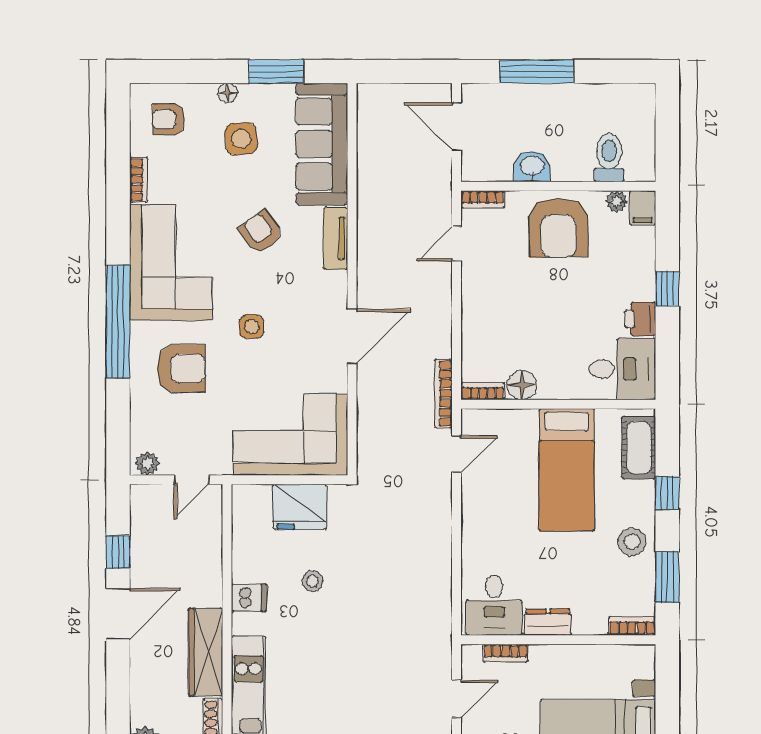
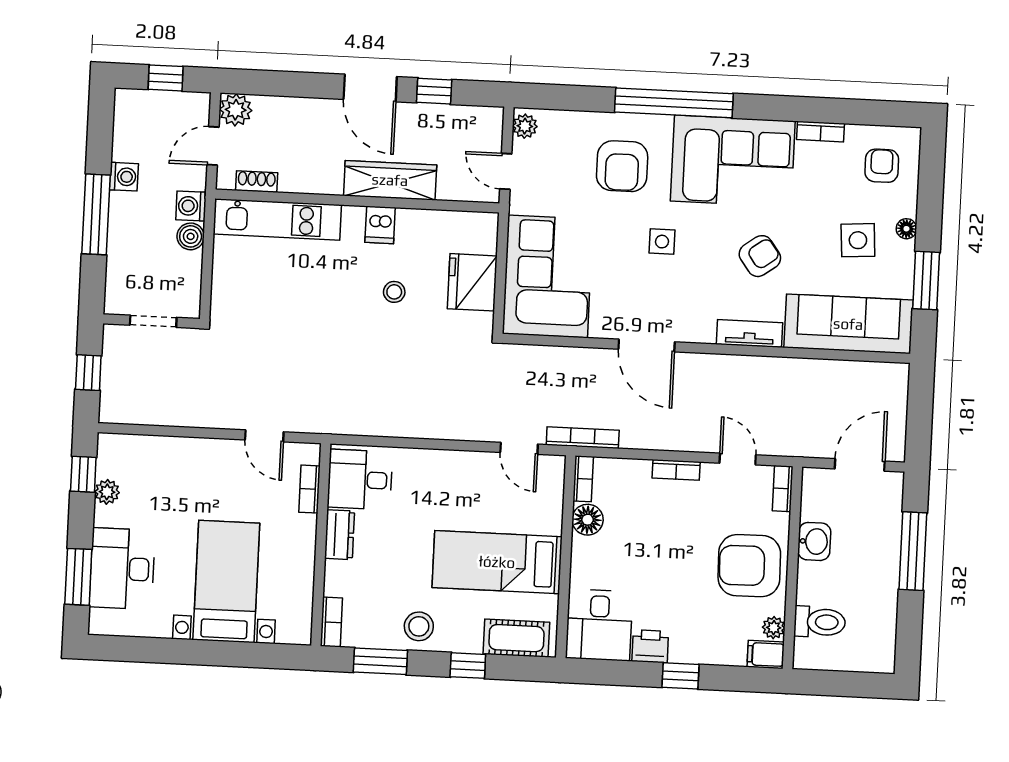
bookcase: (470, 302) -> (676, 470), added
wardrobe: (206, 652) -> (390, 180), moved

